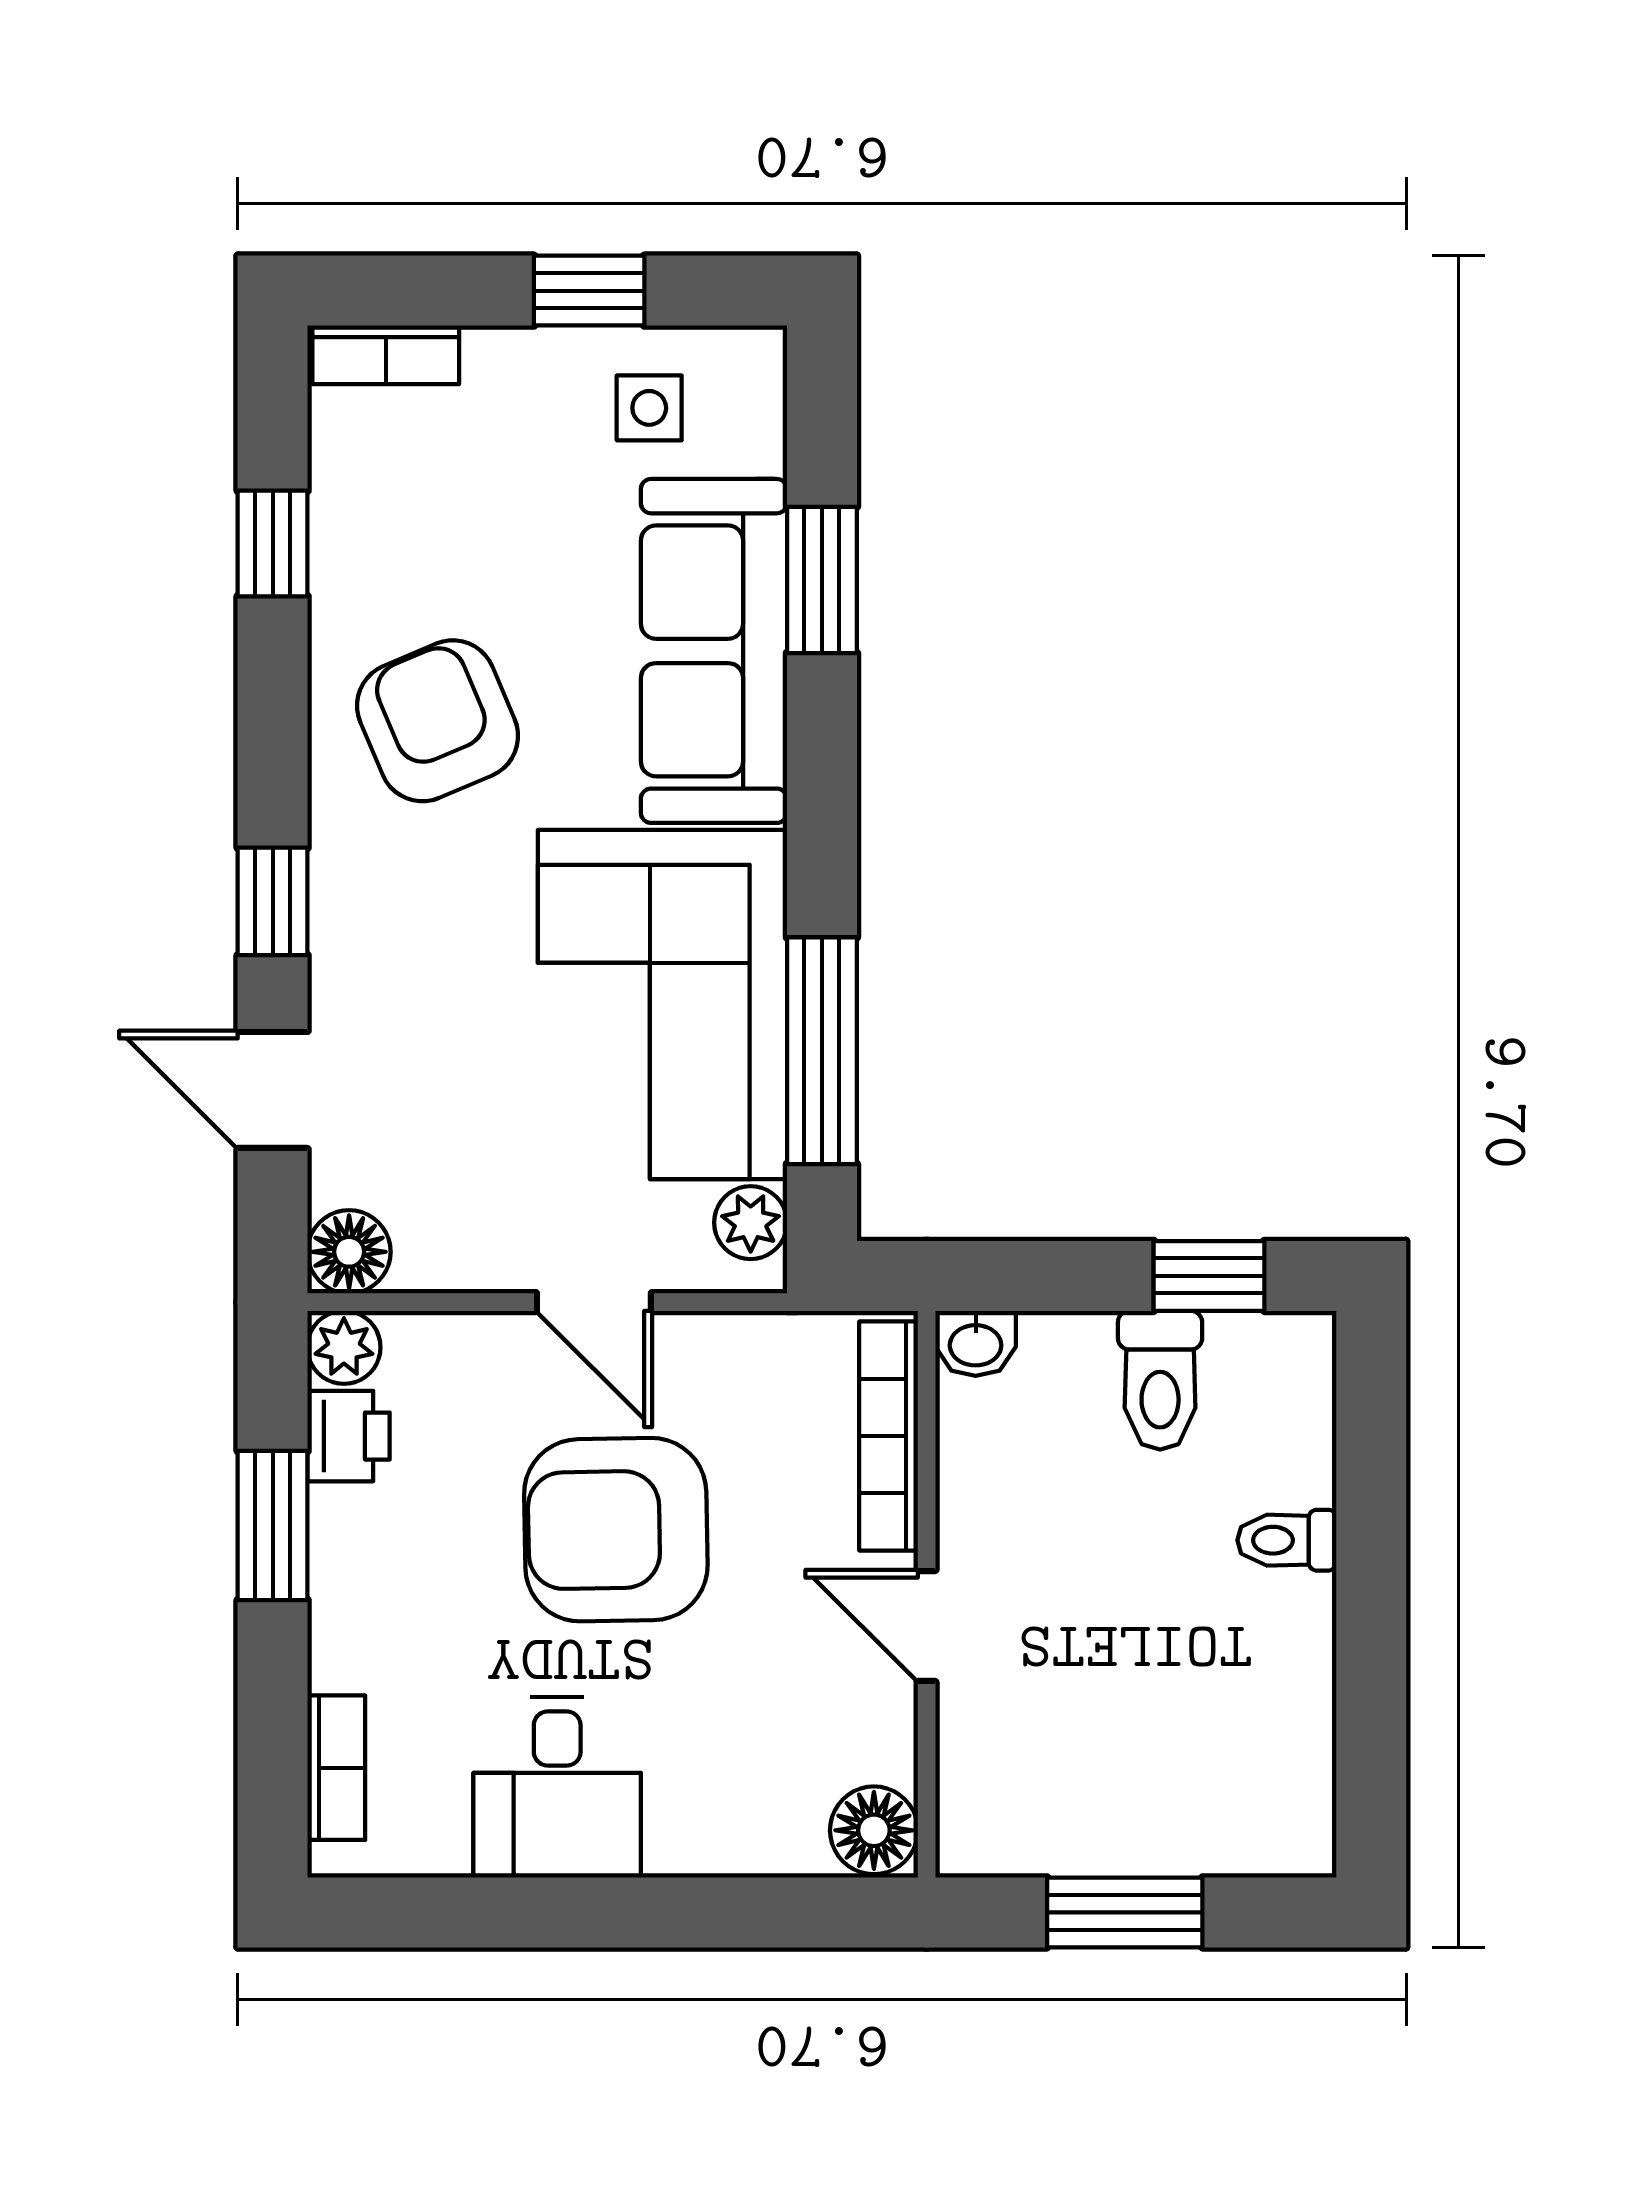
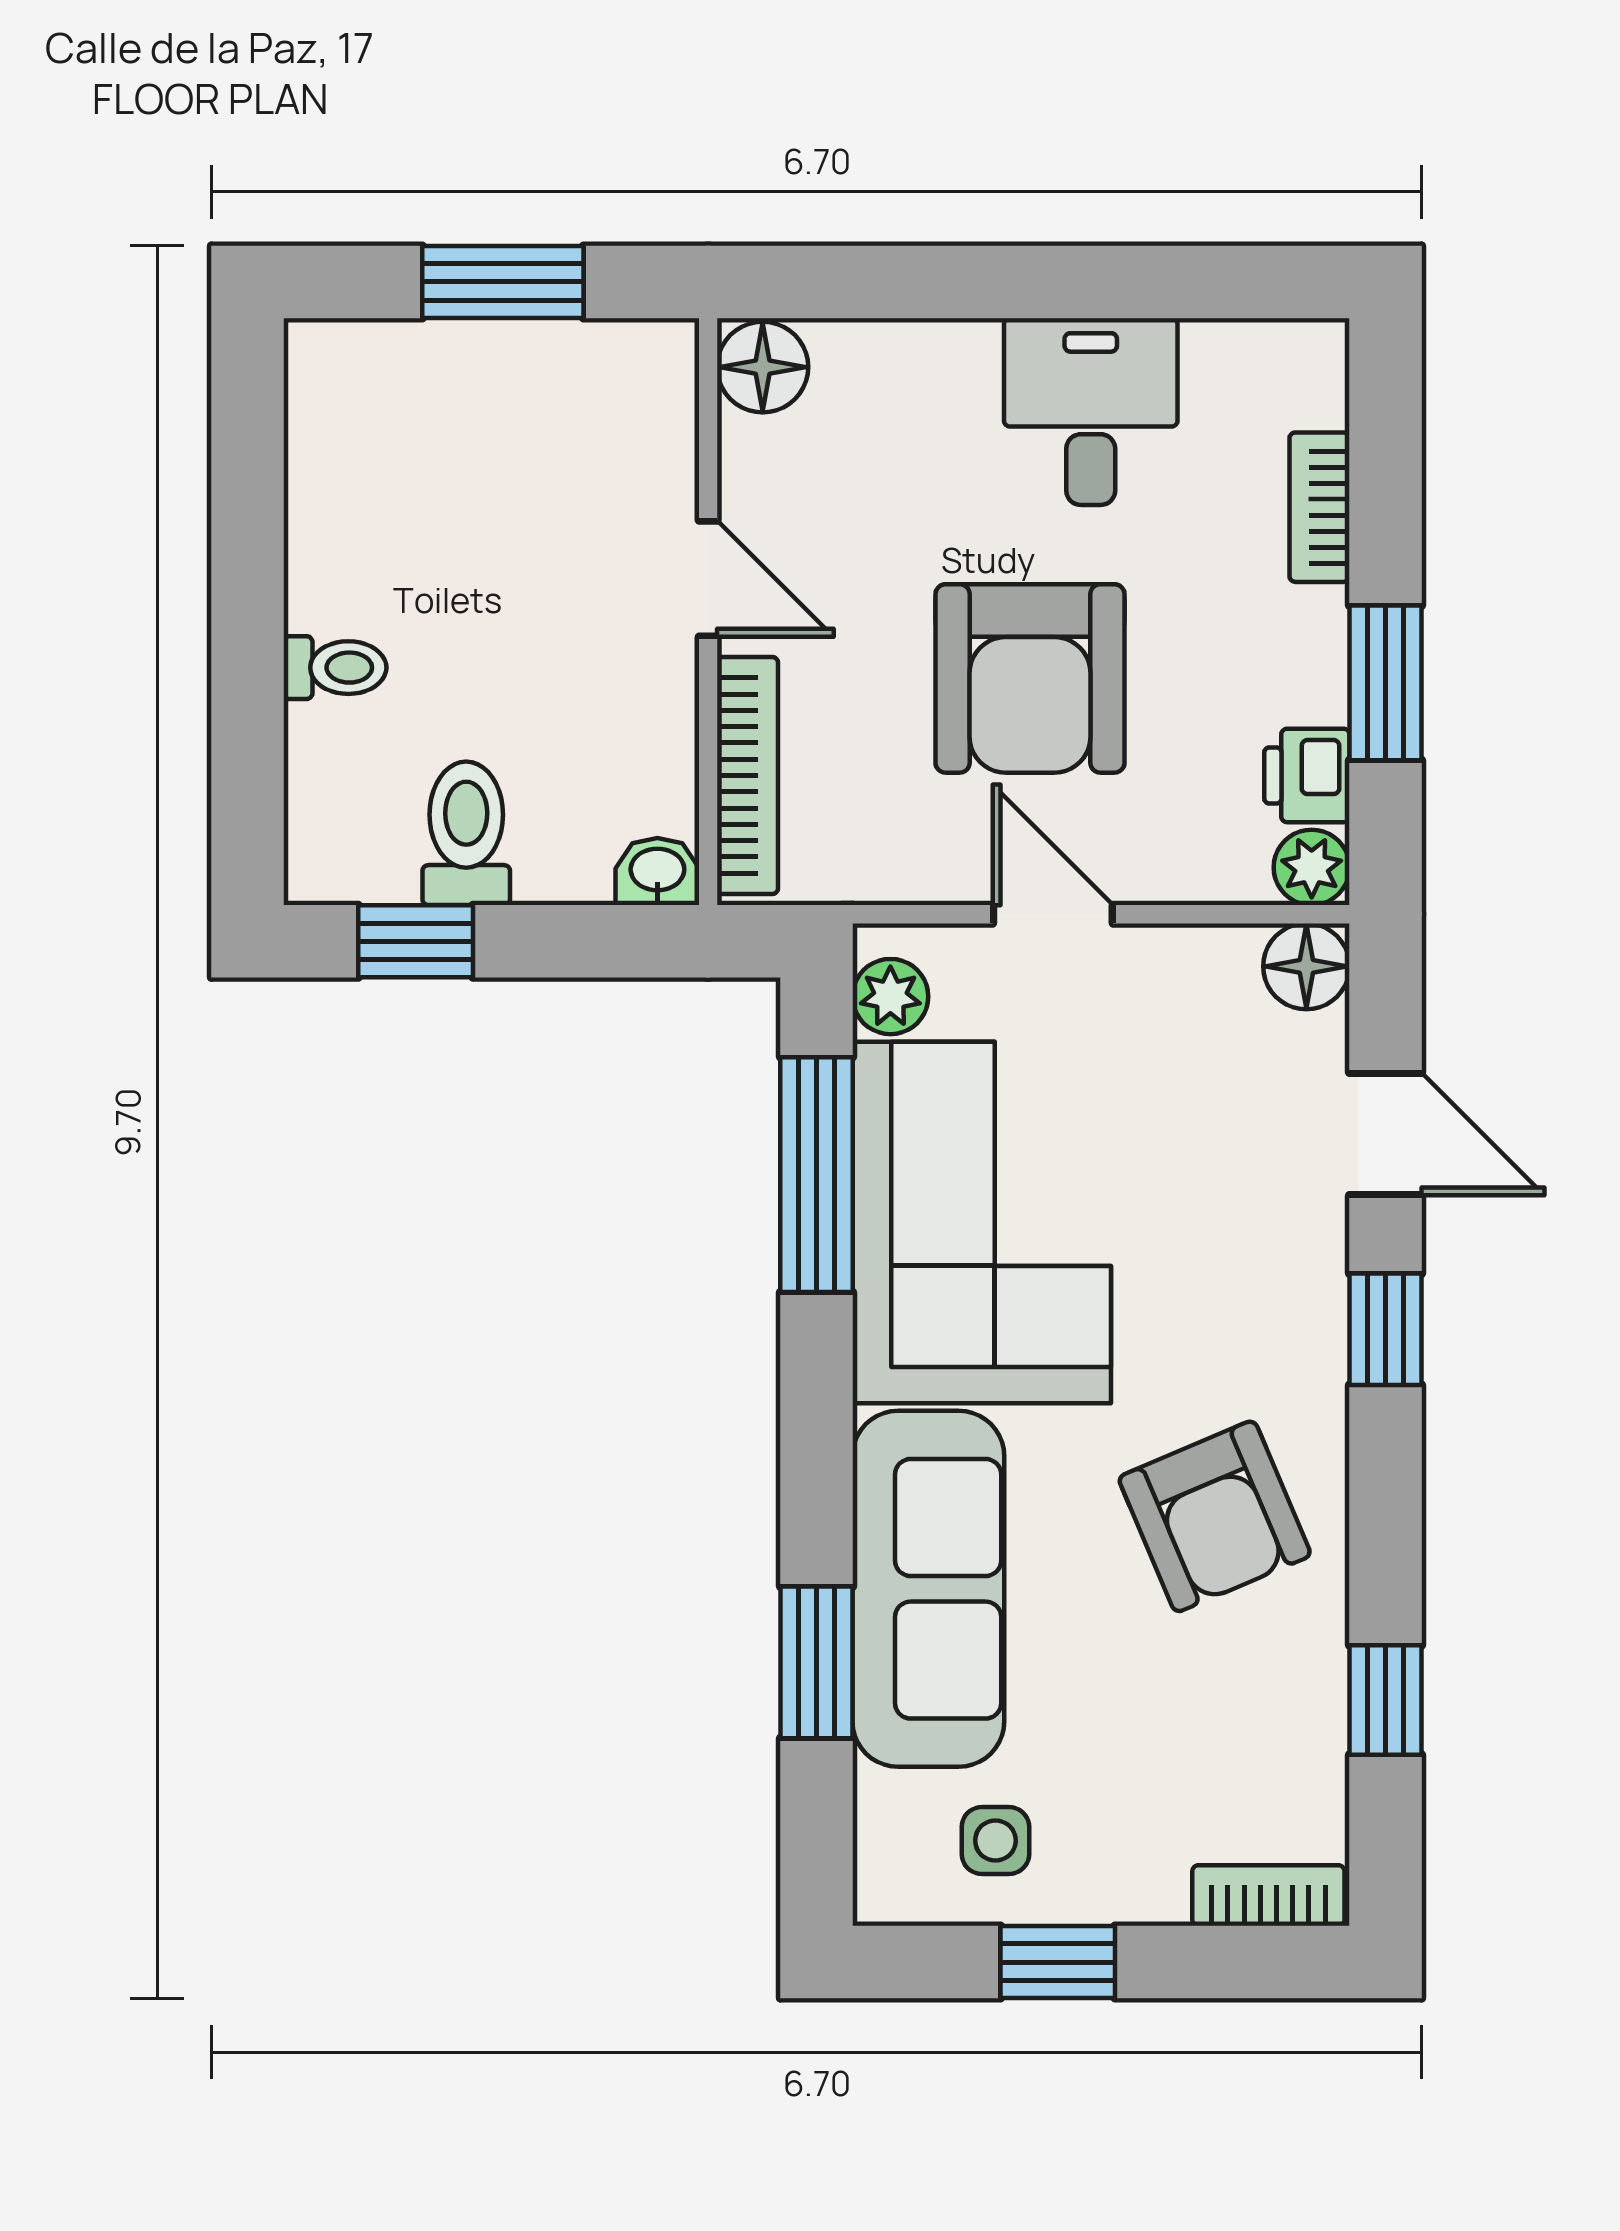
armchair: (616, 1530) -> (1030, 678), turned 91
bookcase: (336, 1768) -> (1320, 507), moved

